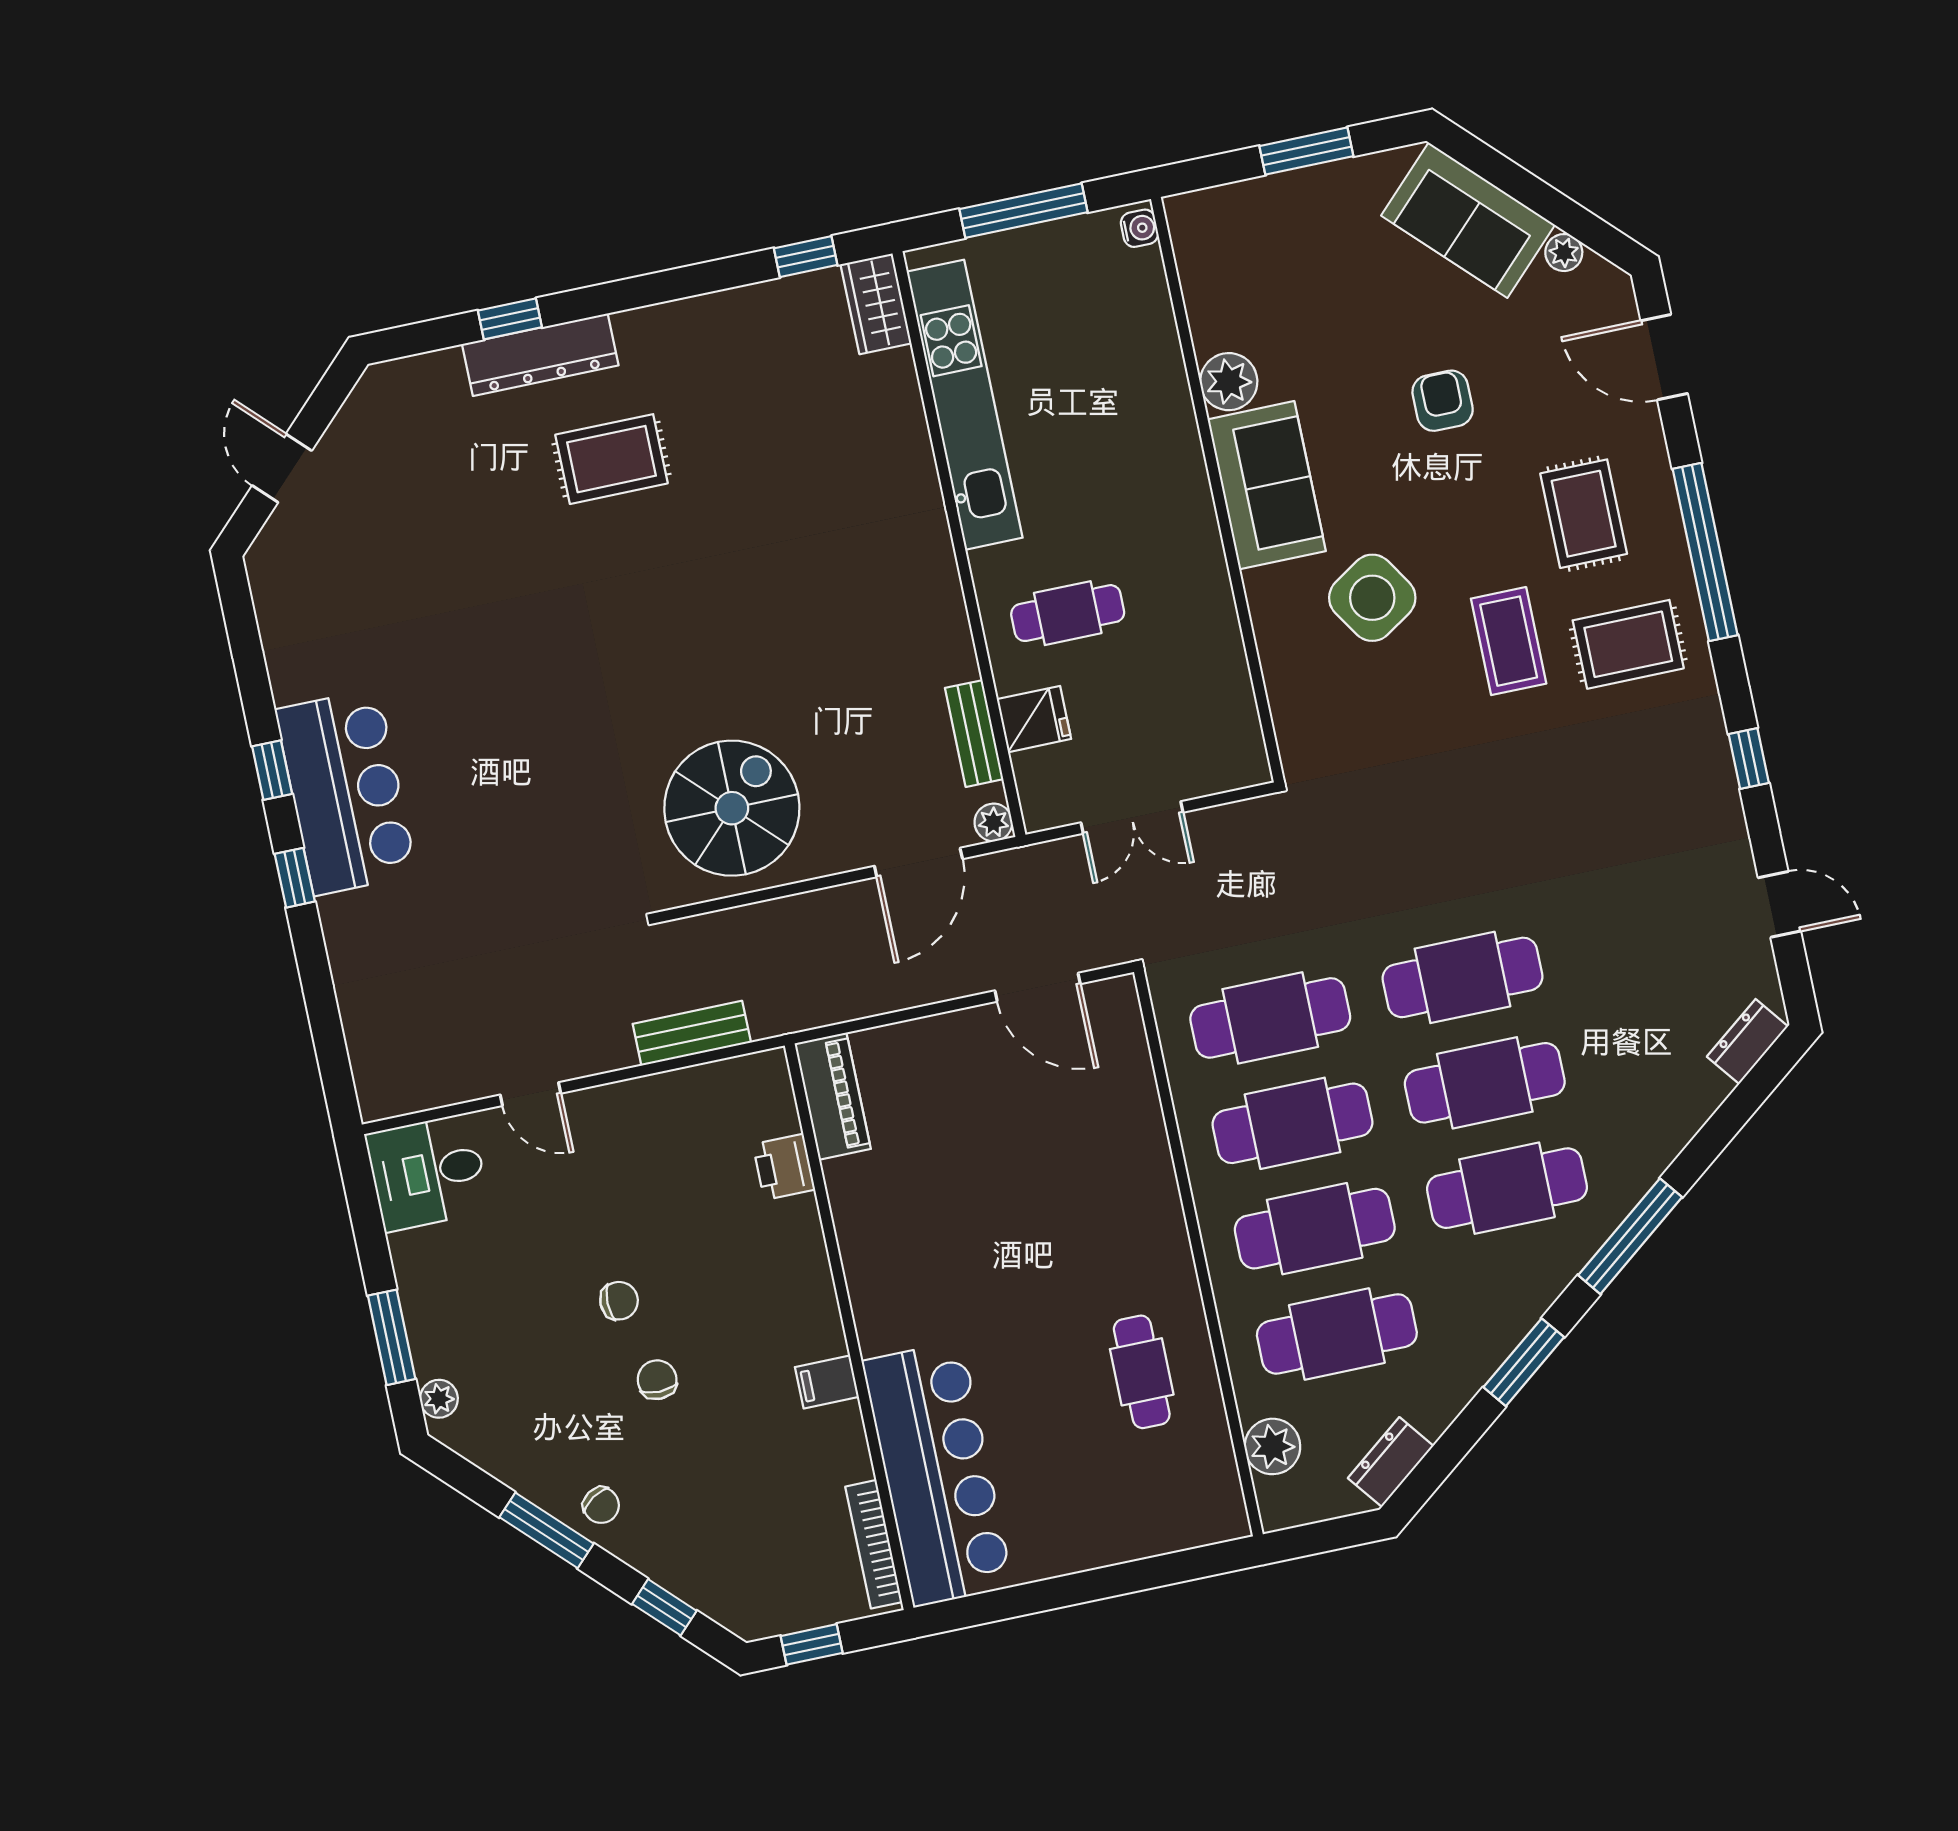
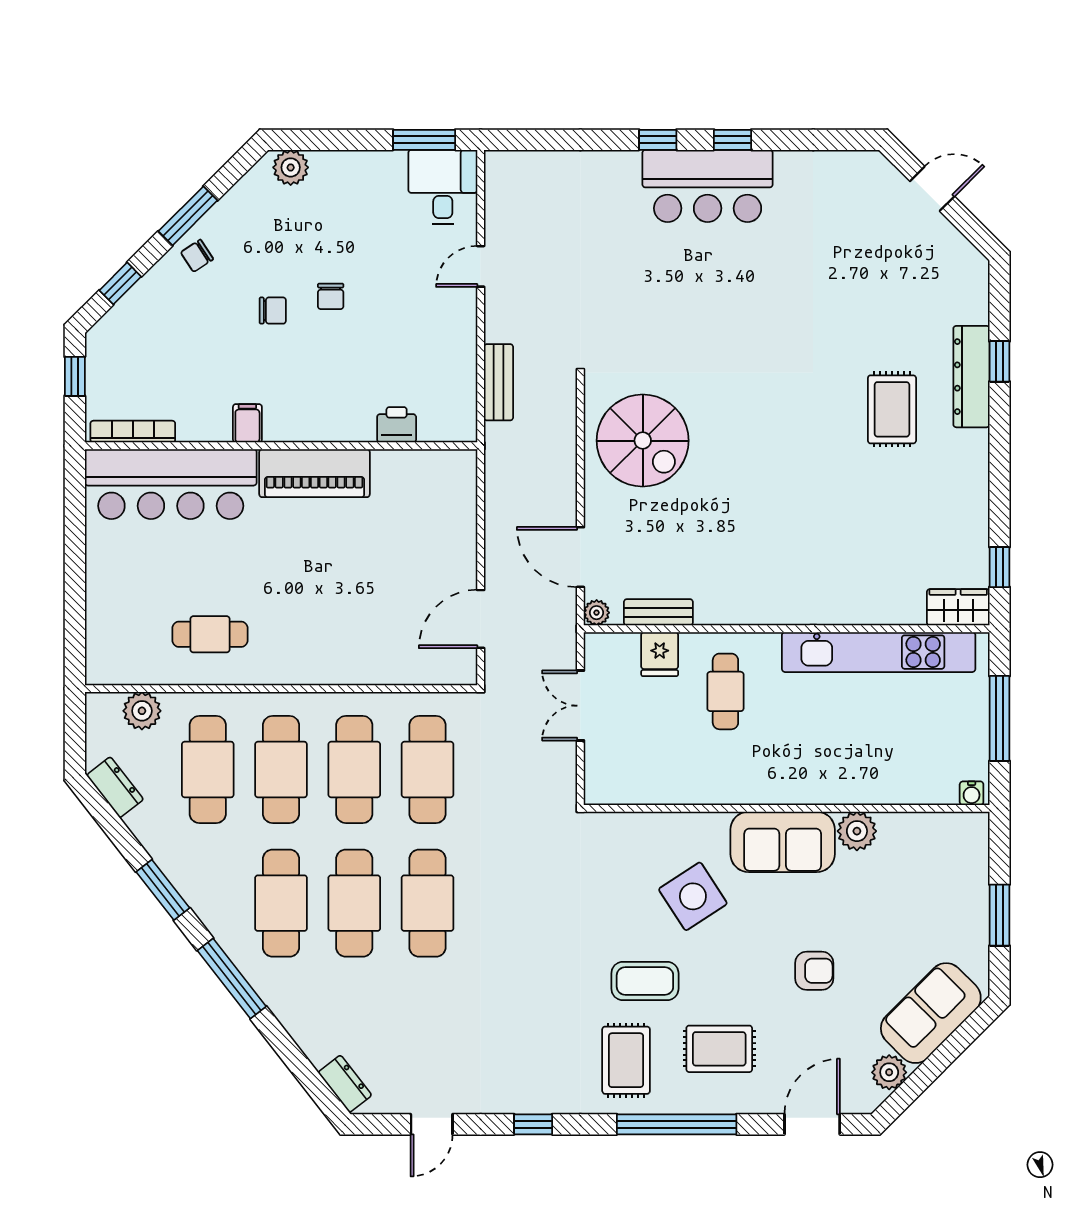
plant: (1564, 253) -> (889, 1072), width x1.38, depth x1.38
piano: (833, 1096) -> (315, 473), moved, width x1.37, depth x1.33
window: (392, 1337) -> (424, 140), moved
plant: (439, 1399) -> (291, 167), width x1.38, depth x1.38

